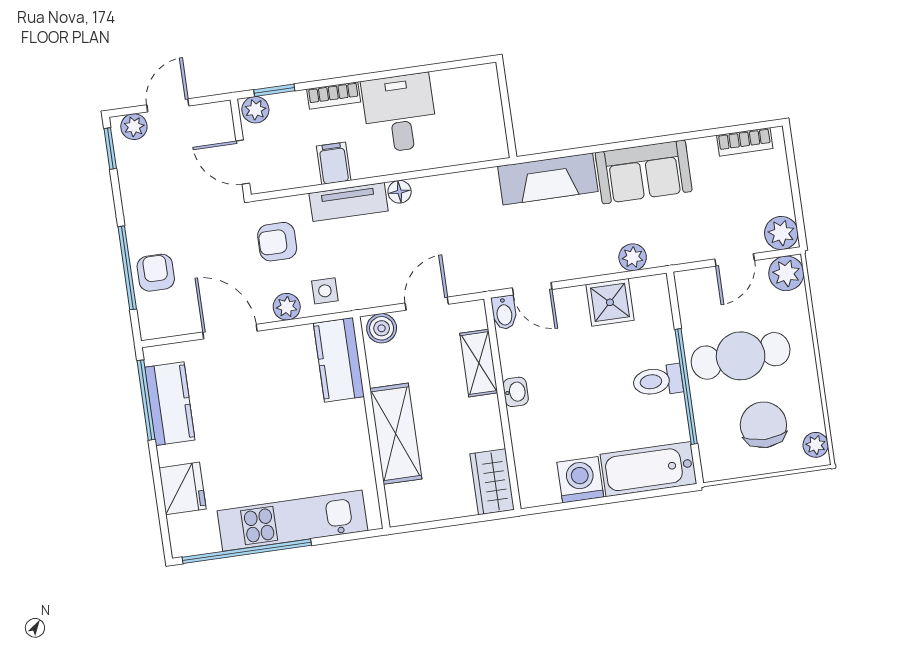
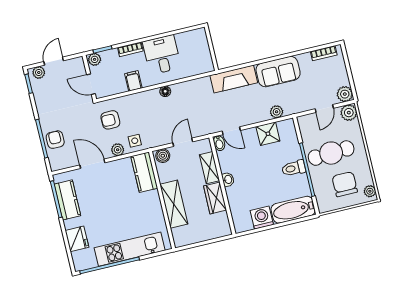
tv unit: (349, 202) -> (142, 98), removed
wardrobe: (492, 482) -> (215, 198), moved

